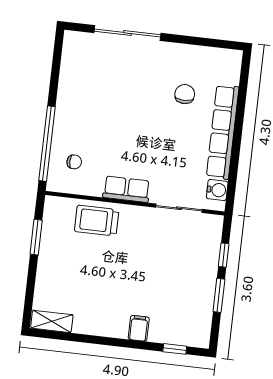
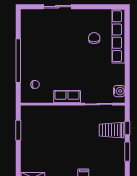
sliding door: (128, 33) -> (57, 7), width x0.73
row of seats: (223, 132) -> (119, 36), moved
window: (47, 144) -> (18, 61), moved
trolley: (97, 221) -> (111, 130), moved

